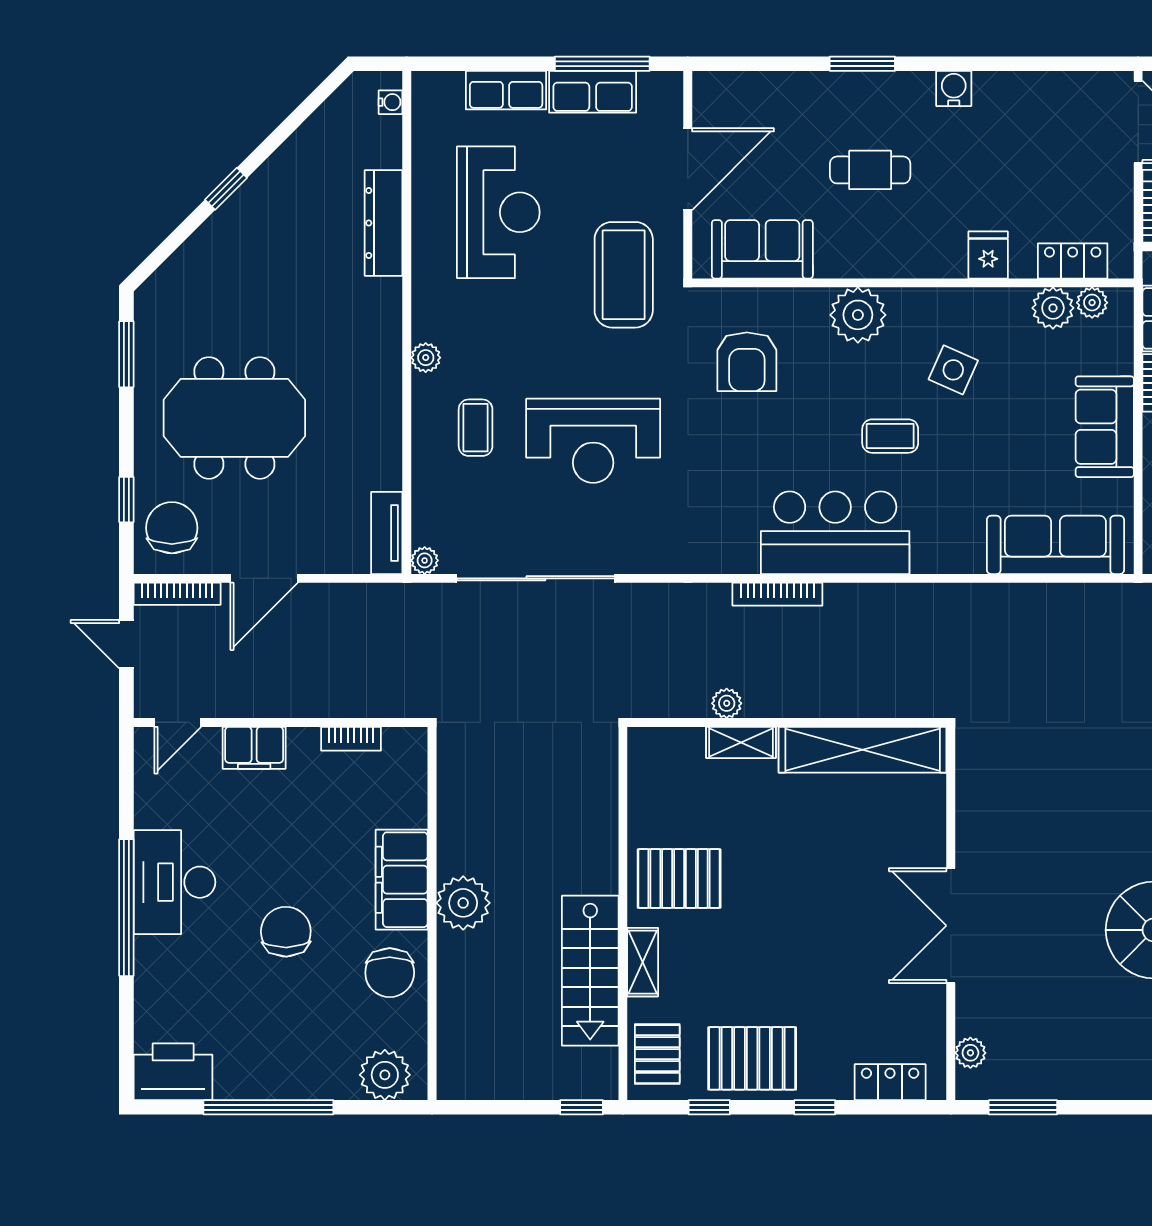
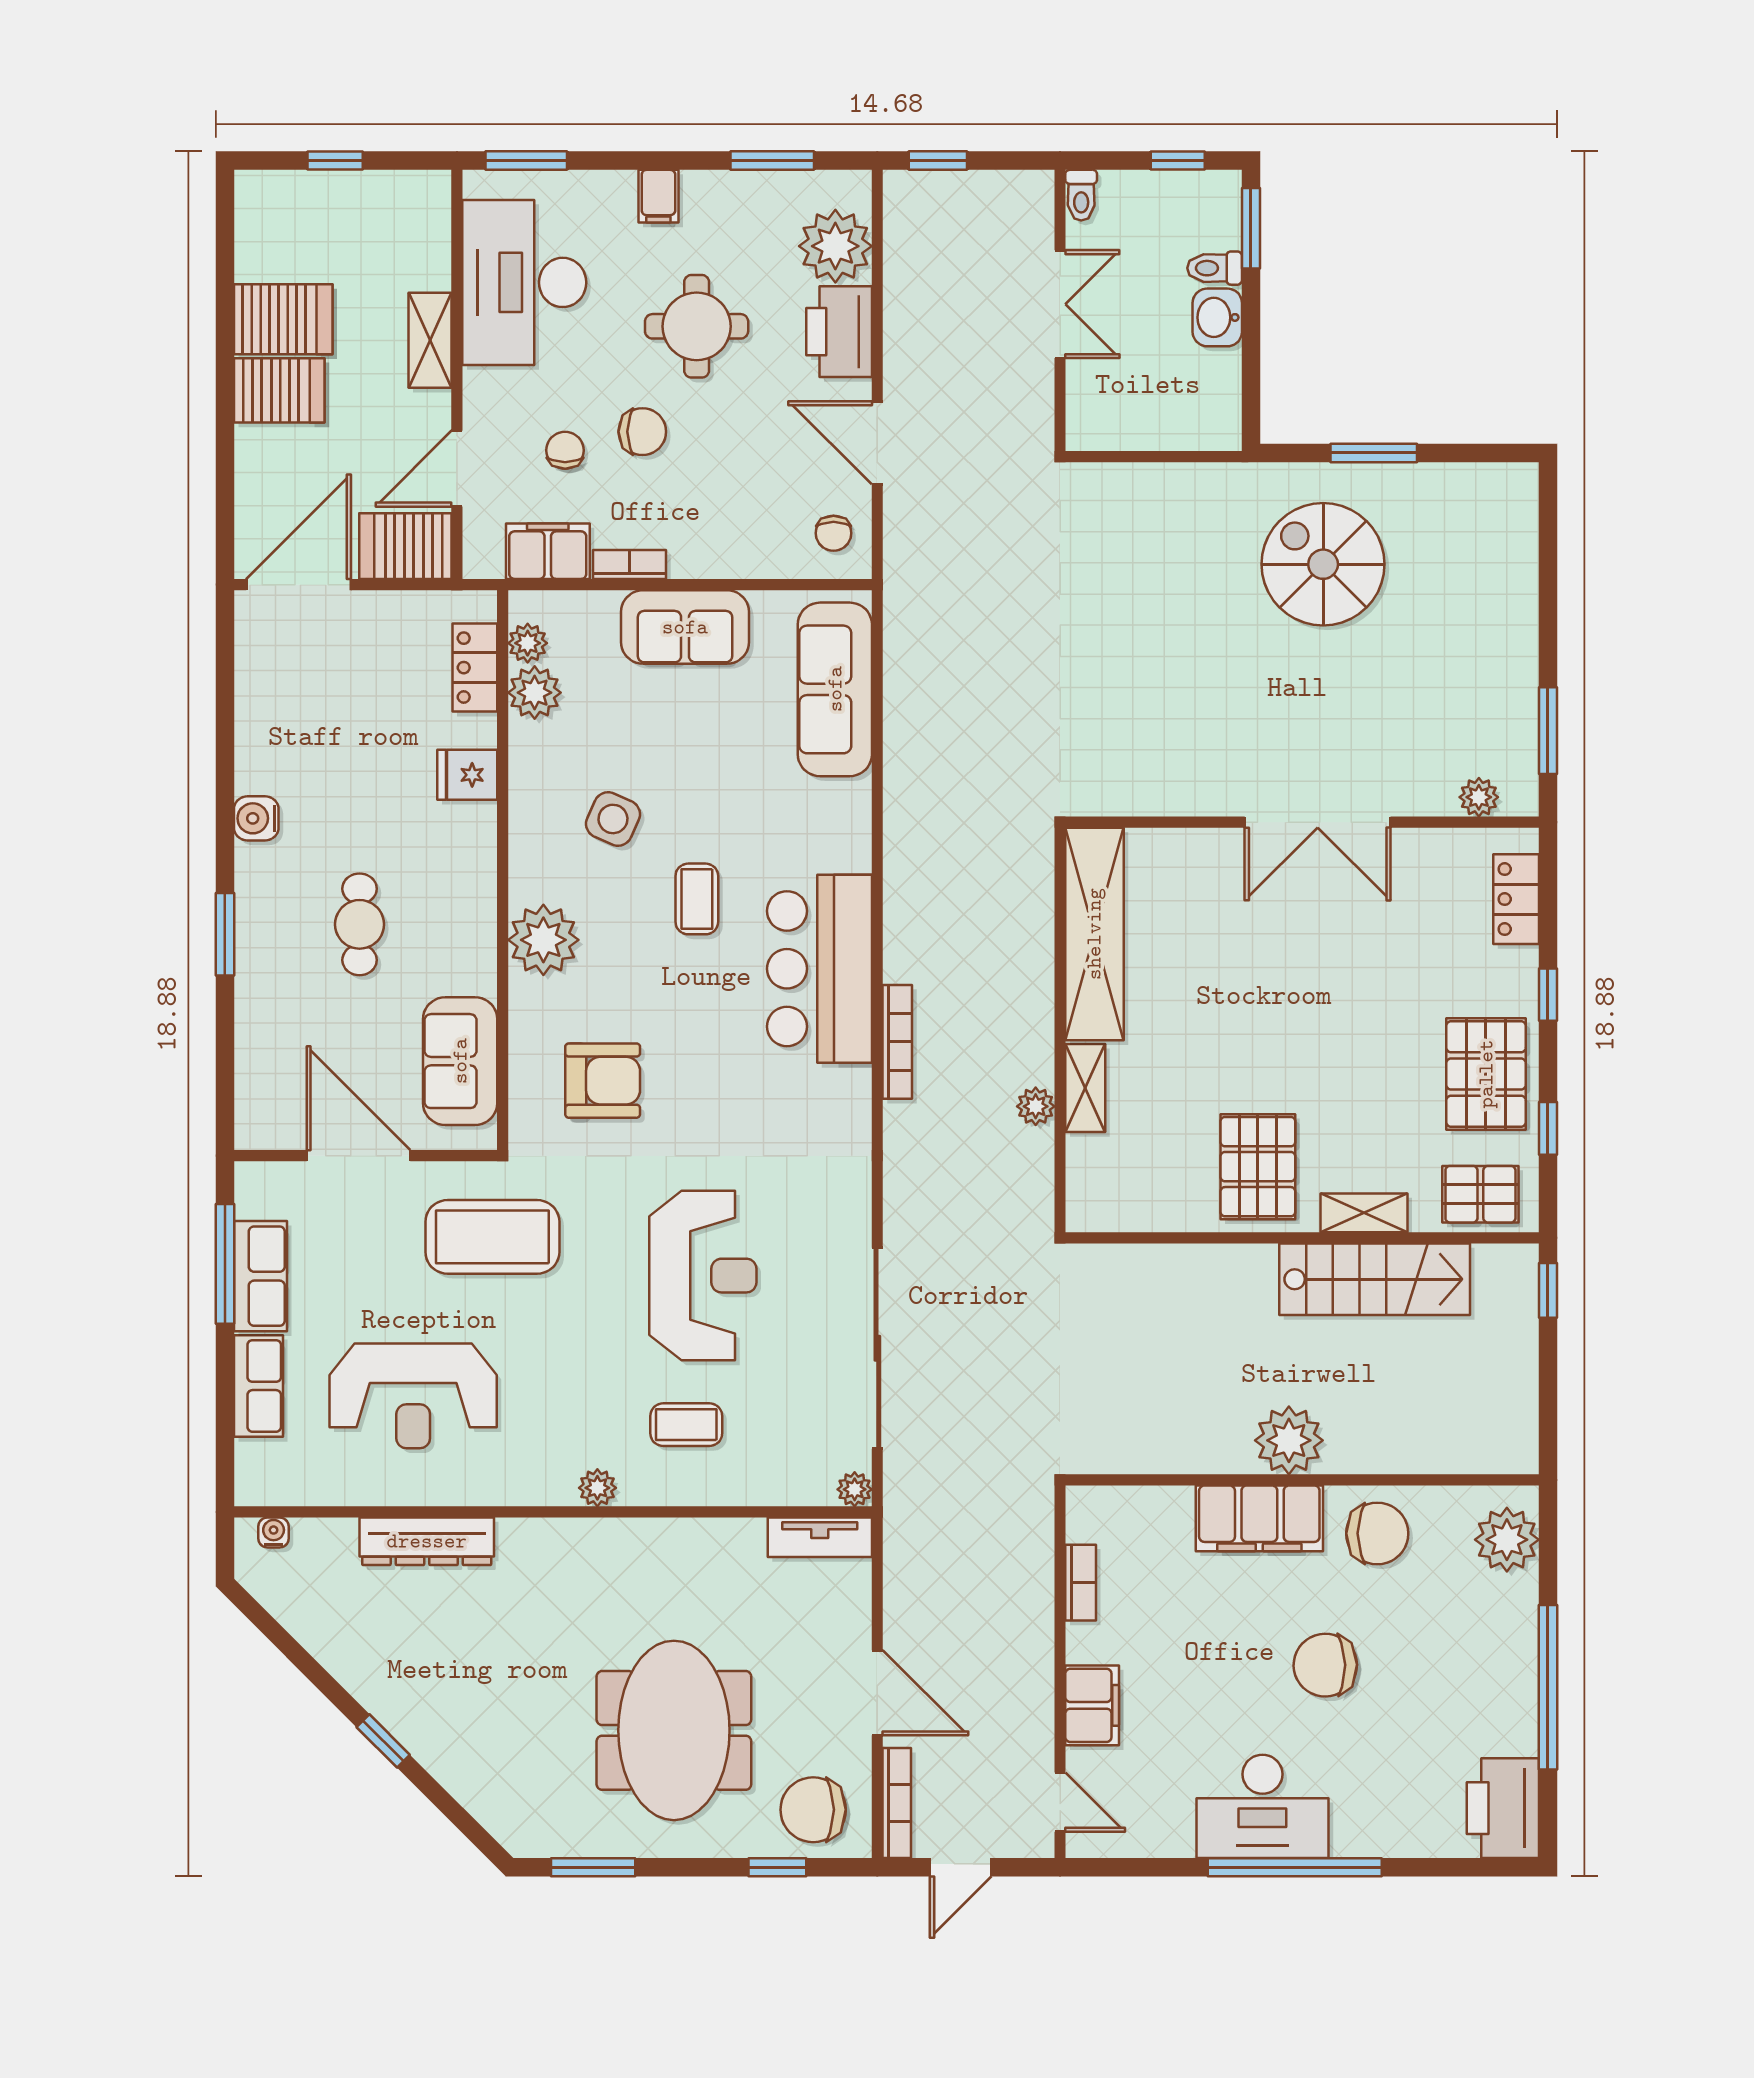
reception desk: (498, 212) -> (413, 1396), turned 180

